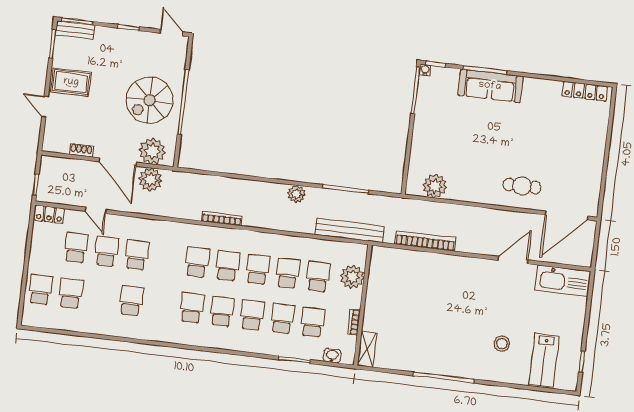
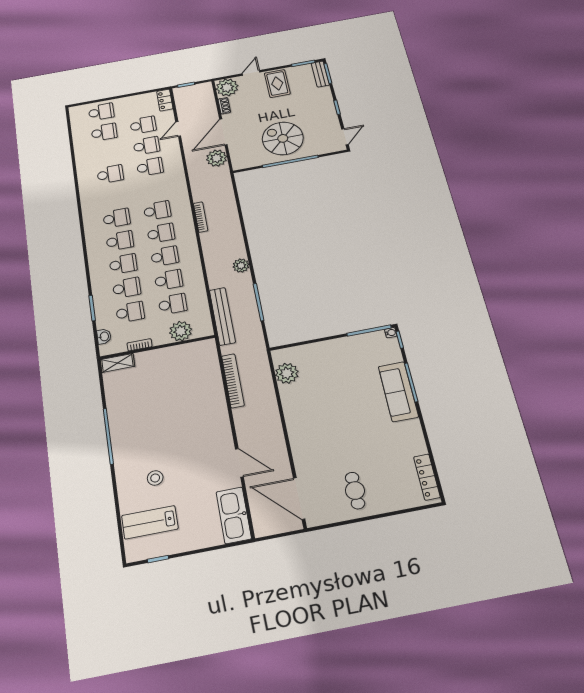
plant: (152, 151) -> (227, 87), moved
cafe table: (522, 186) -> (355, 491), moved

